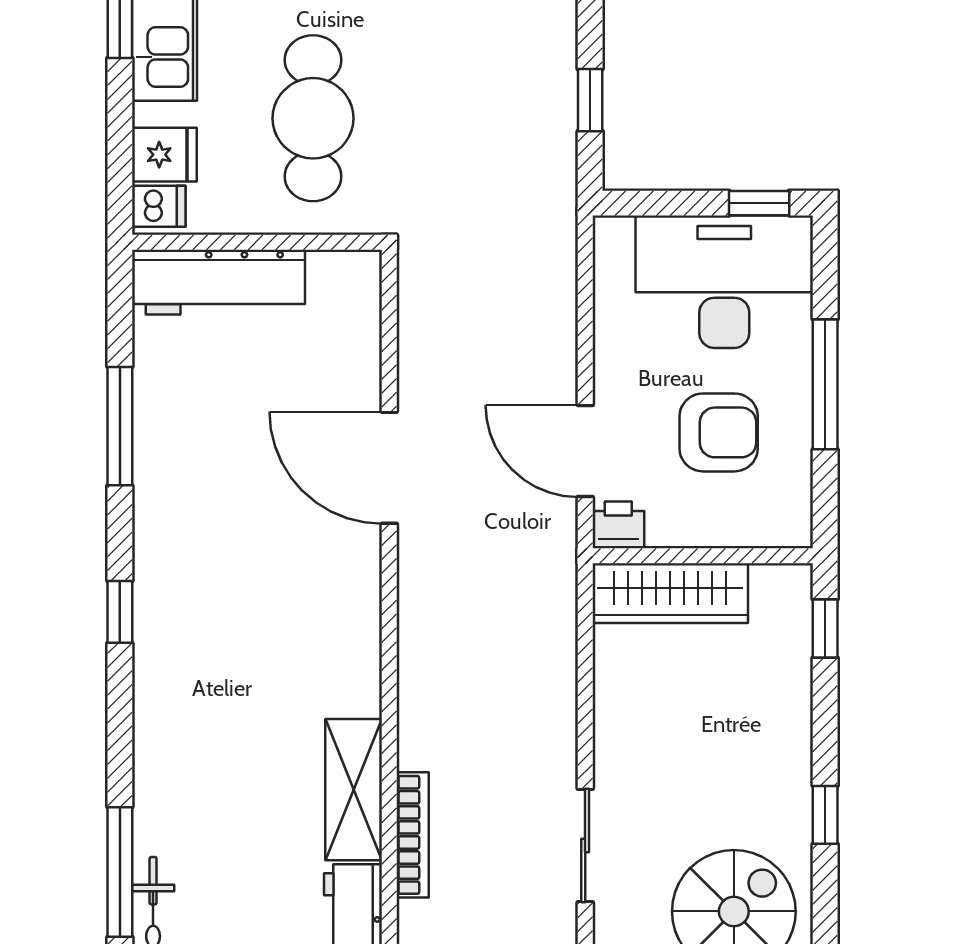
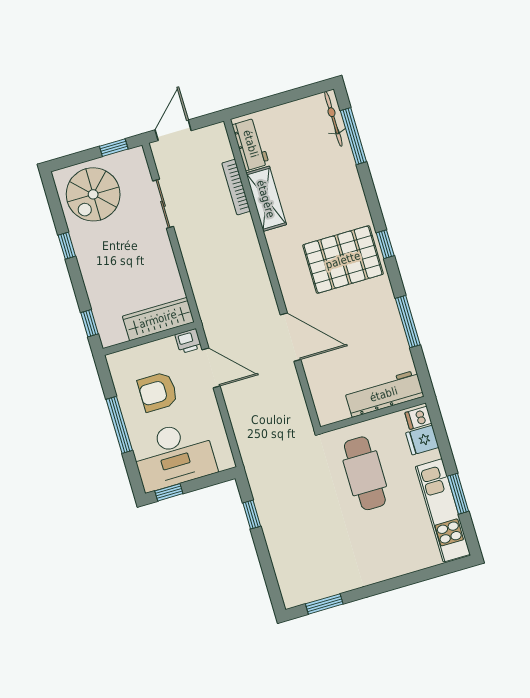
pallet: (223, 605) -> (343, 260), added

